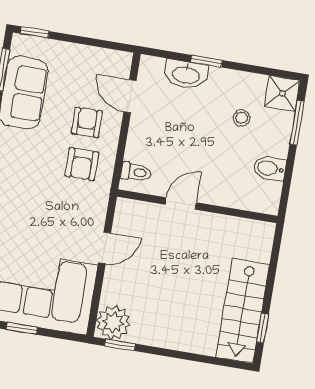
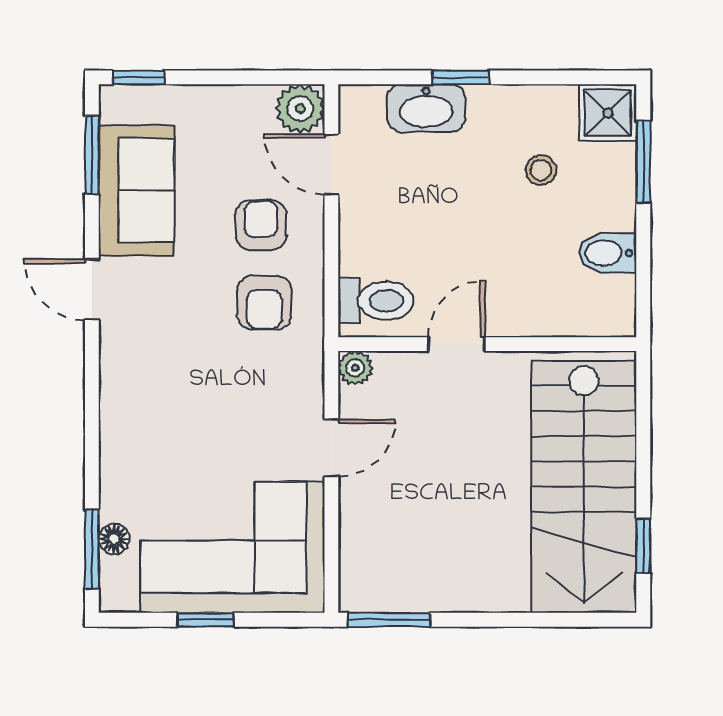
plant: (118, 64) -> (300, 109), added
toilet: (136, 172) -> (376, 301), width x1.37, depth x1.39
stairs: (243, 311) -> (584, 487), width x1.36, depth x1.51
plant: (113, 322) -> (355, 368), moved, width x0.53, depth x0.53
window: (120, 345) -> (389, 620), width x1.50

